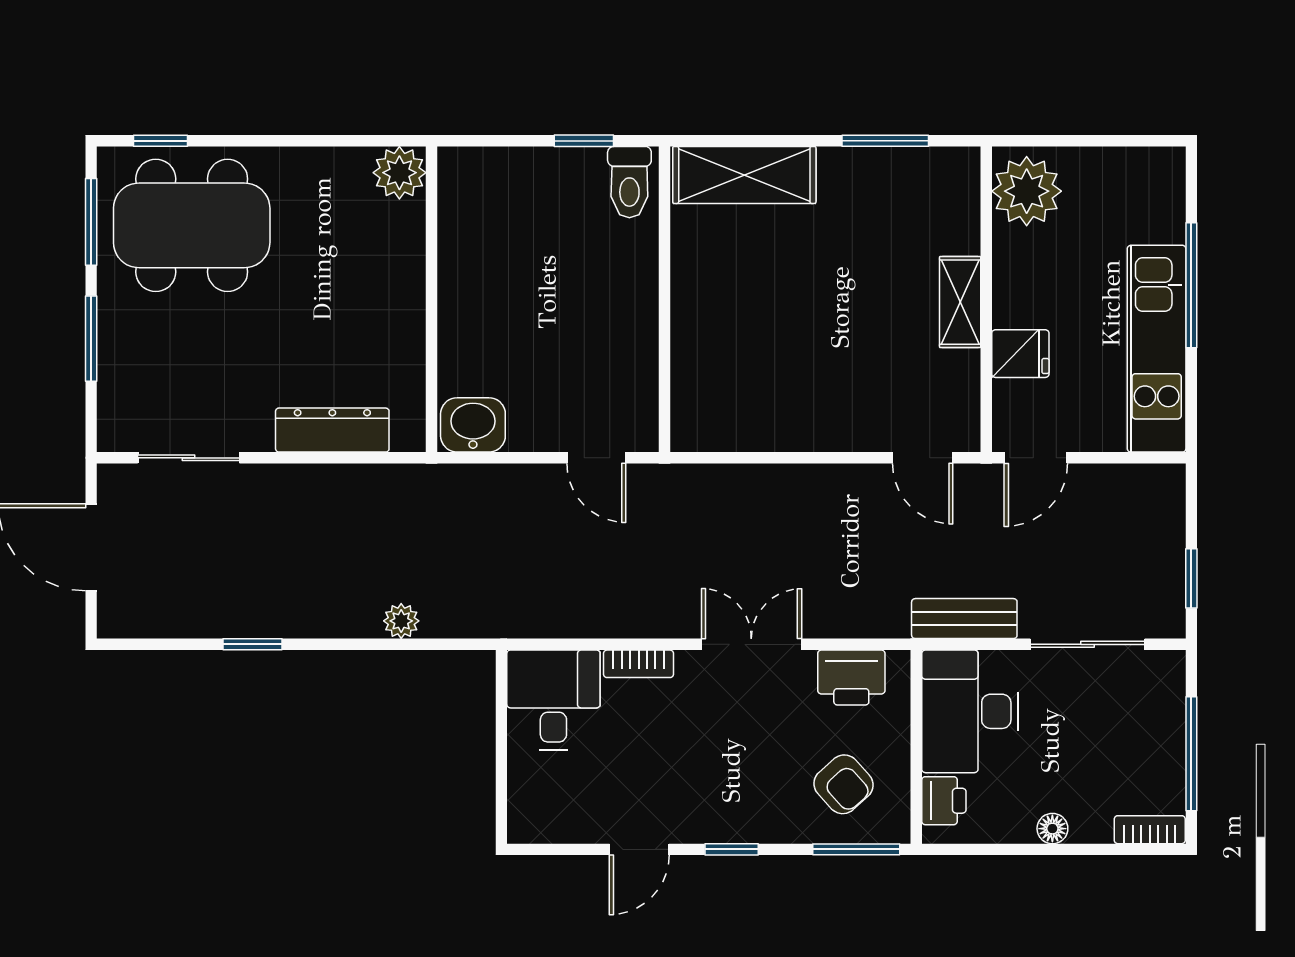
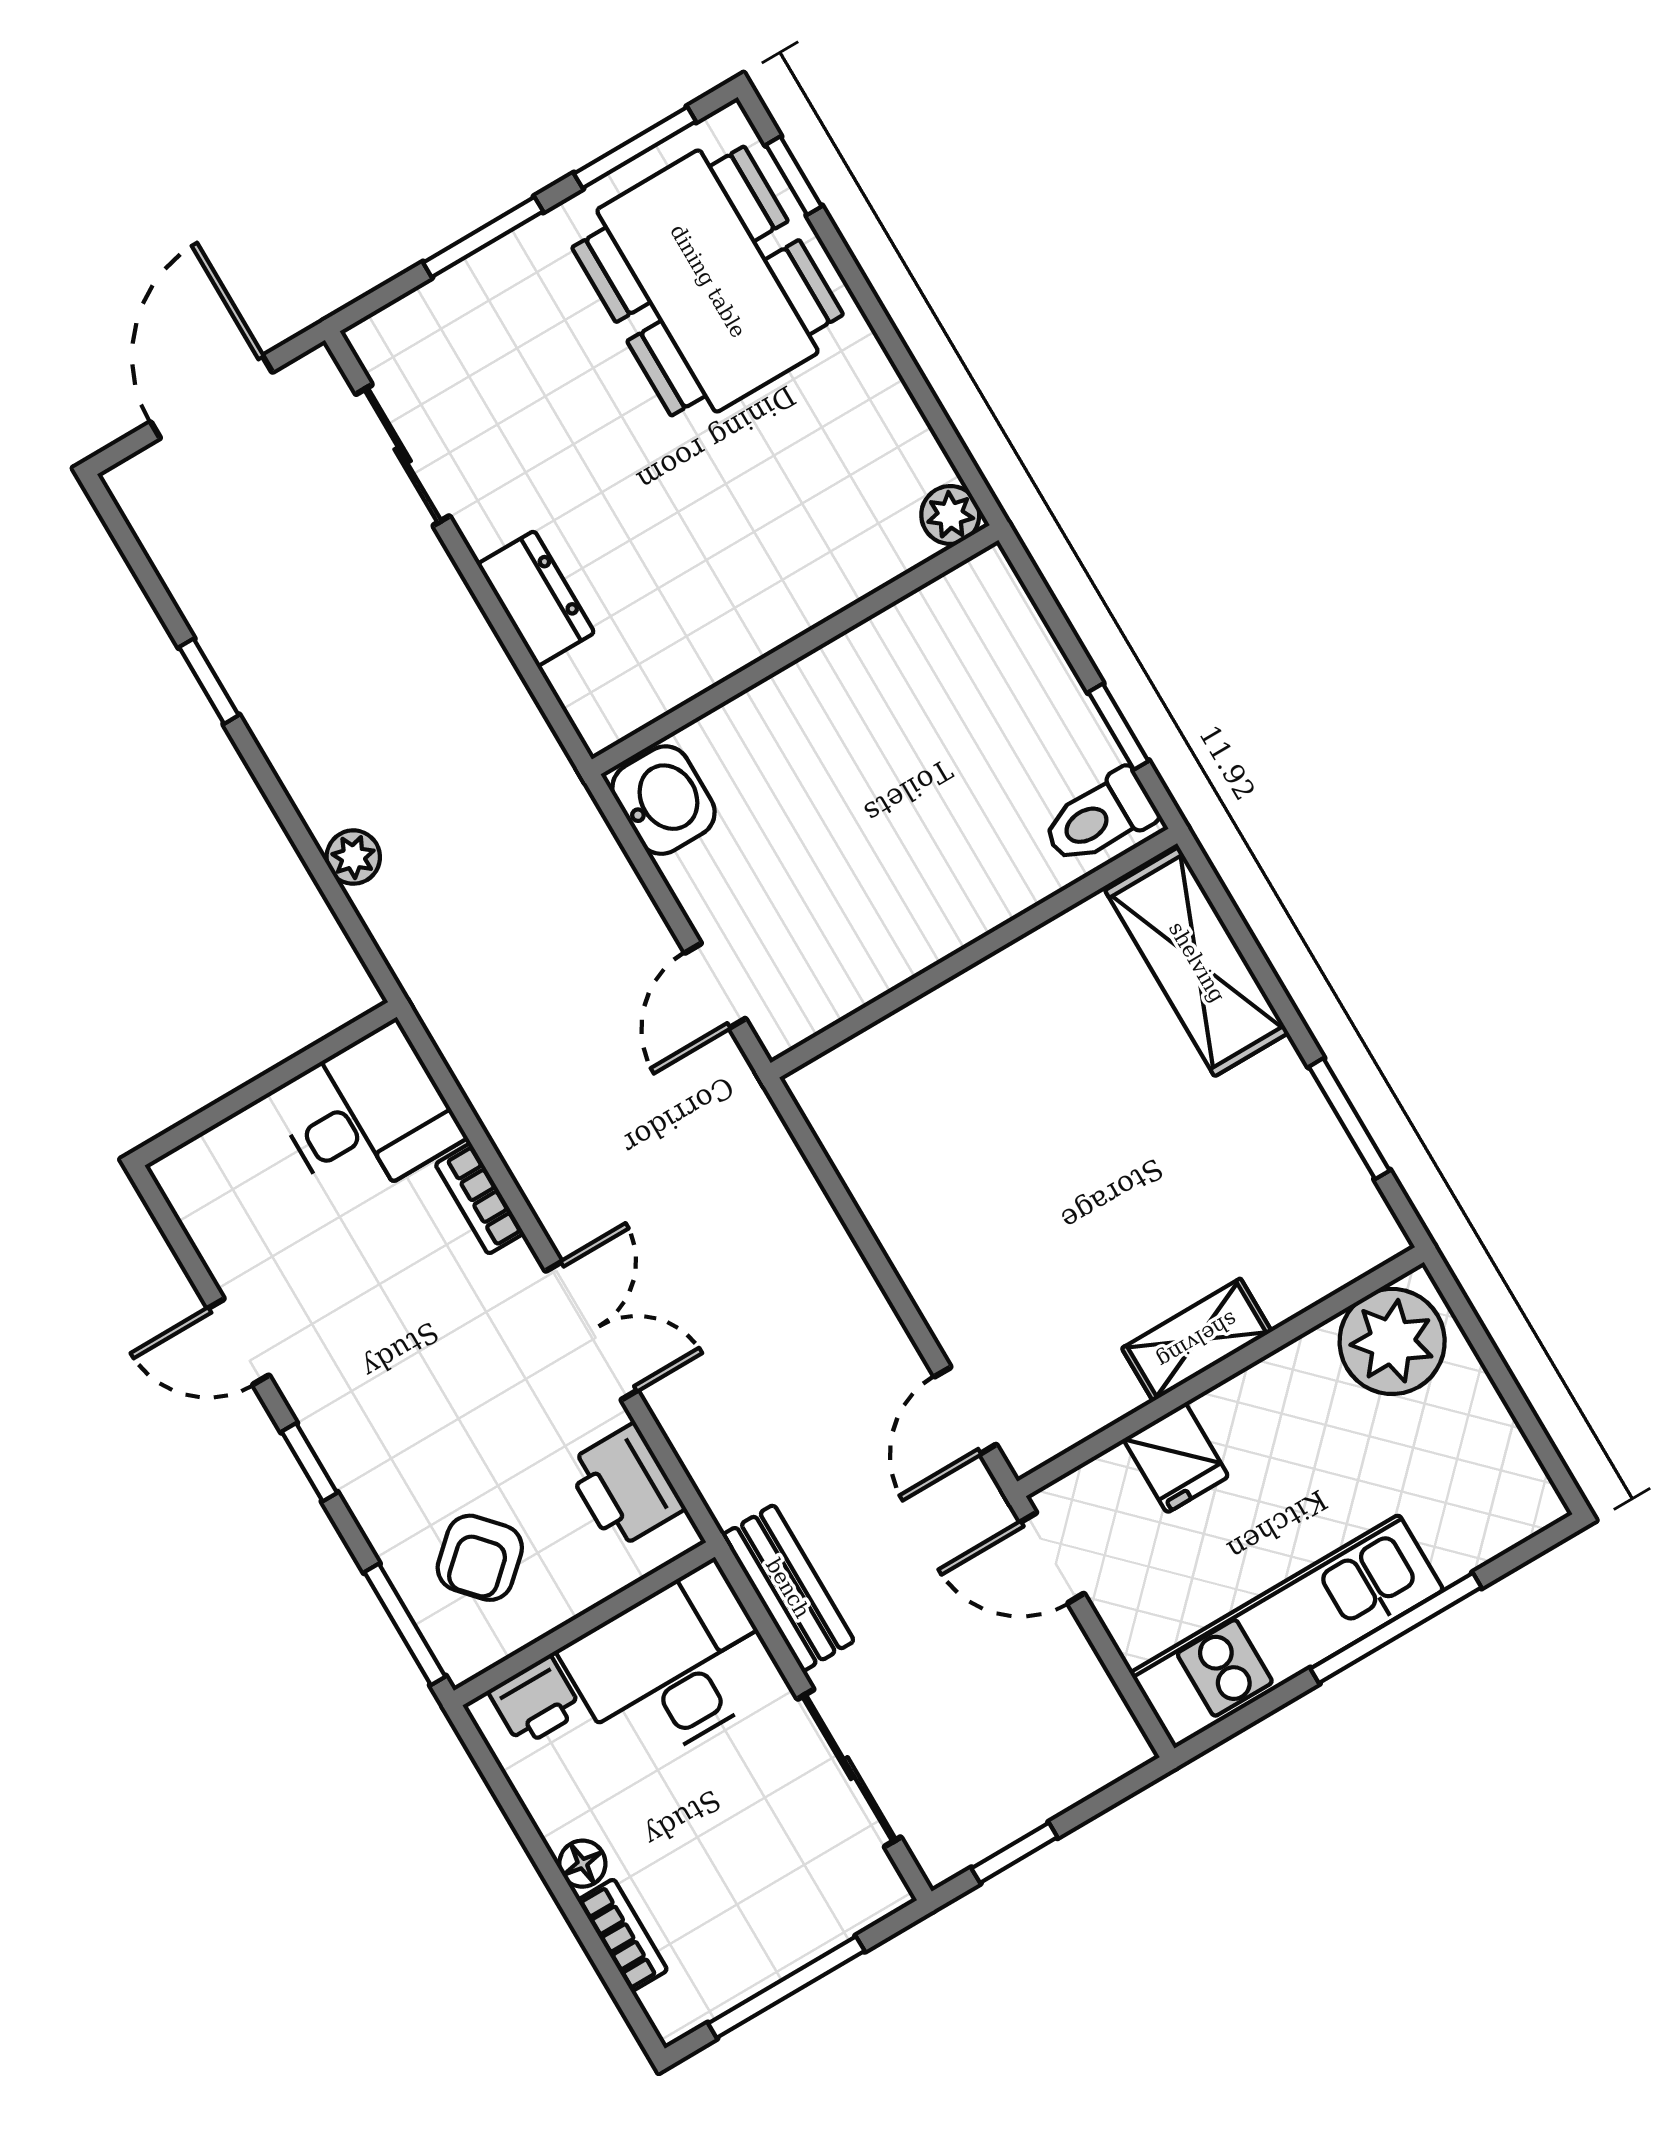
plant: (399, 173) -> (950, 515), width x0.73, depth x0.73
dresser: (332, 430) -> (536, 599), width x0.70
bookcase: (1150, 830) -> (623, 1935), moved

